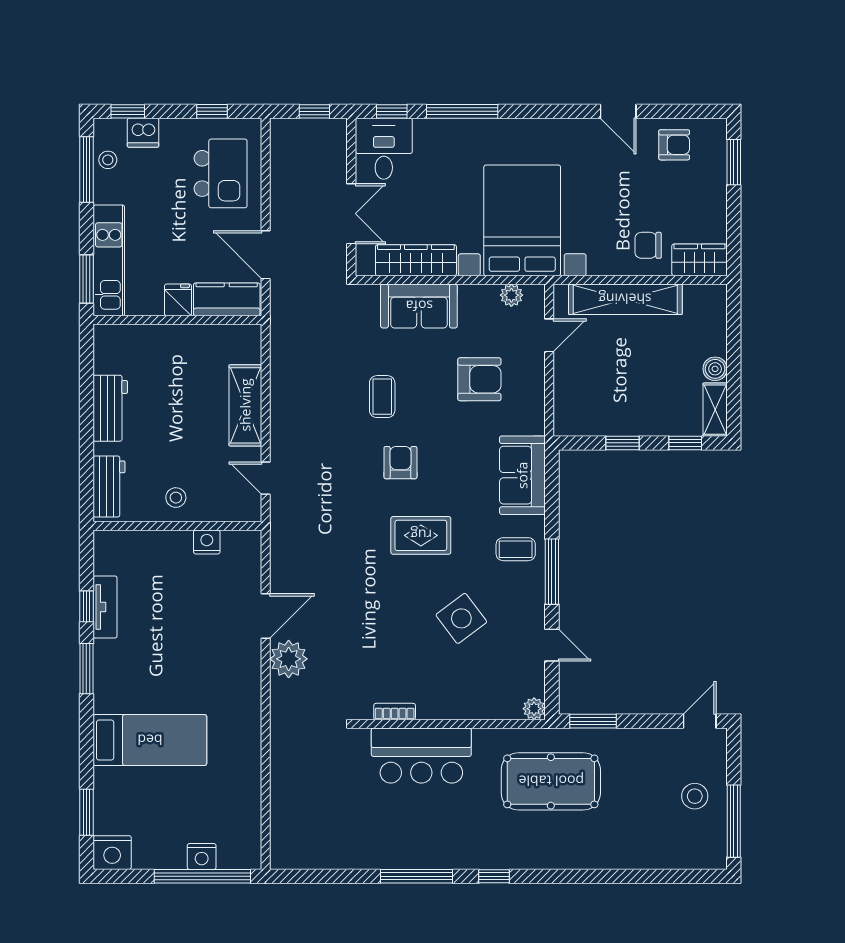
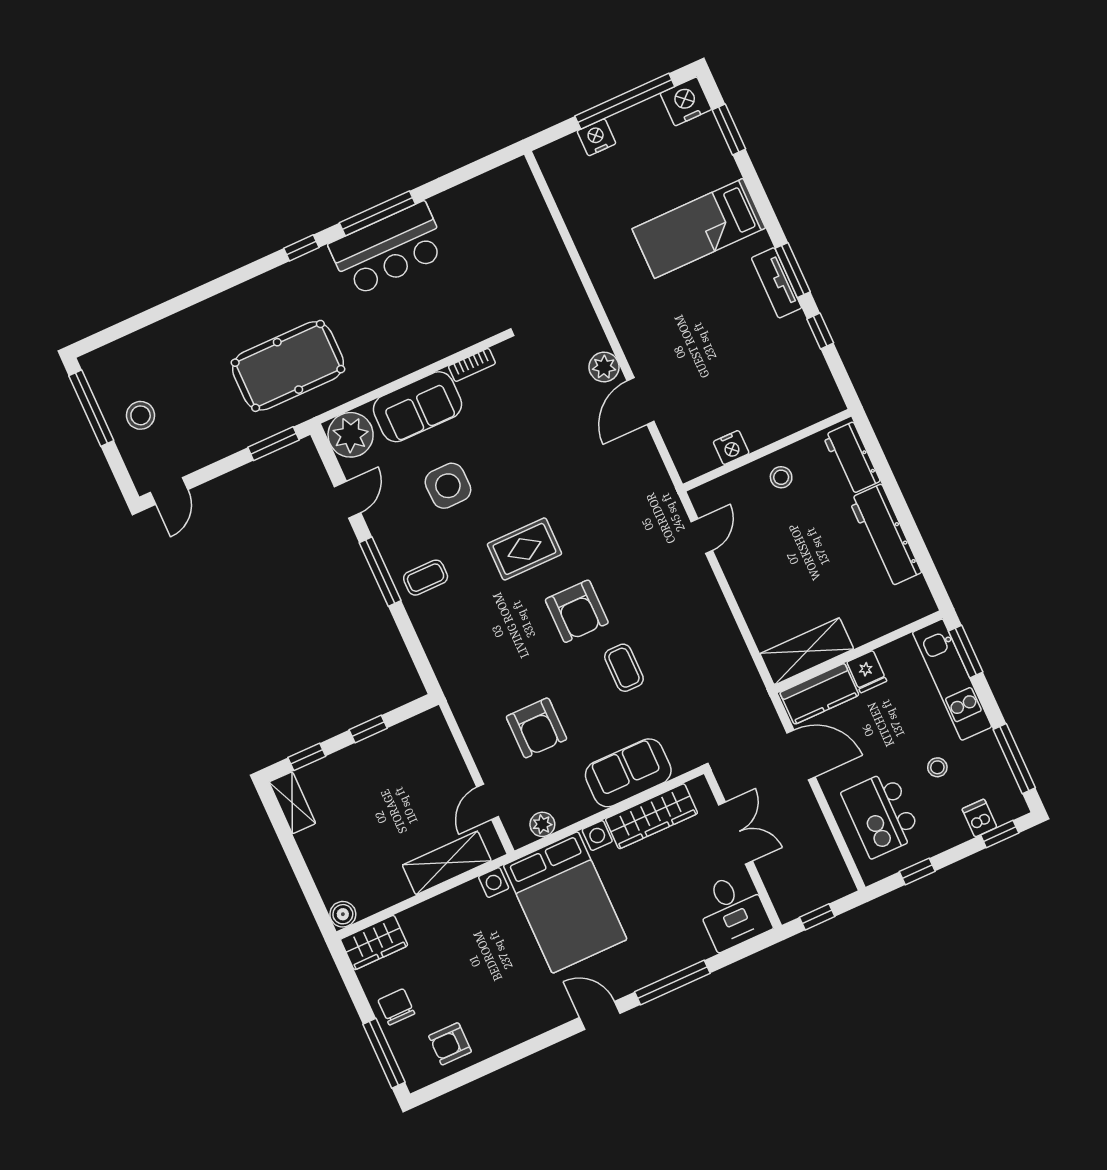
window: (392, 111) -> (741, 951), removed
door: (618, 111) -> (600, 1015), moved
dishwasher: (143, 133) -> (979, 818), width x0.73
stool: (108, 160) -> (937, 767), moved
window: (734, 162) -> (384, 1053), width x1.44
double door: (351, 214) -> (735, 833), swing flipped
chair: (648, 245) -> (396, 1007), moved, turned -90
shelving: (625, 299) -> (447, 863), width x0.68
boiler: (715, 369) -> (343, 914), moved
armchair: (479, 379) -> (537, 728), turned -90
shelving: (245, 405) -> (807, 651), moved, turned 90
workbench: (110, 408) -> (885, 536), width x1.38
armchair: (400, 463) -> (577, 611), width x1.38, depth x1.38
sofa: (522, 475) -> (418, 407), moved, turned 90
door: (266, 478) -> (702, 536), hinge flipped
tv unit: (105, 607) -> (777, 283), moved
side table: (461, 618) -> (448, 486), turned 36
door: (552, 645) -> (347, 500), swing flipped
plant: (289, 659) -> (604, 367), width x0.73, depth x0.73
plant: (534, 709) -> (351, 435), width x1.87, depth x1.87
bar counter: (421, 755) -> (388, 249), moved, turned 180
window: (202, 876) -> (625, 101), moved

